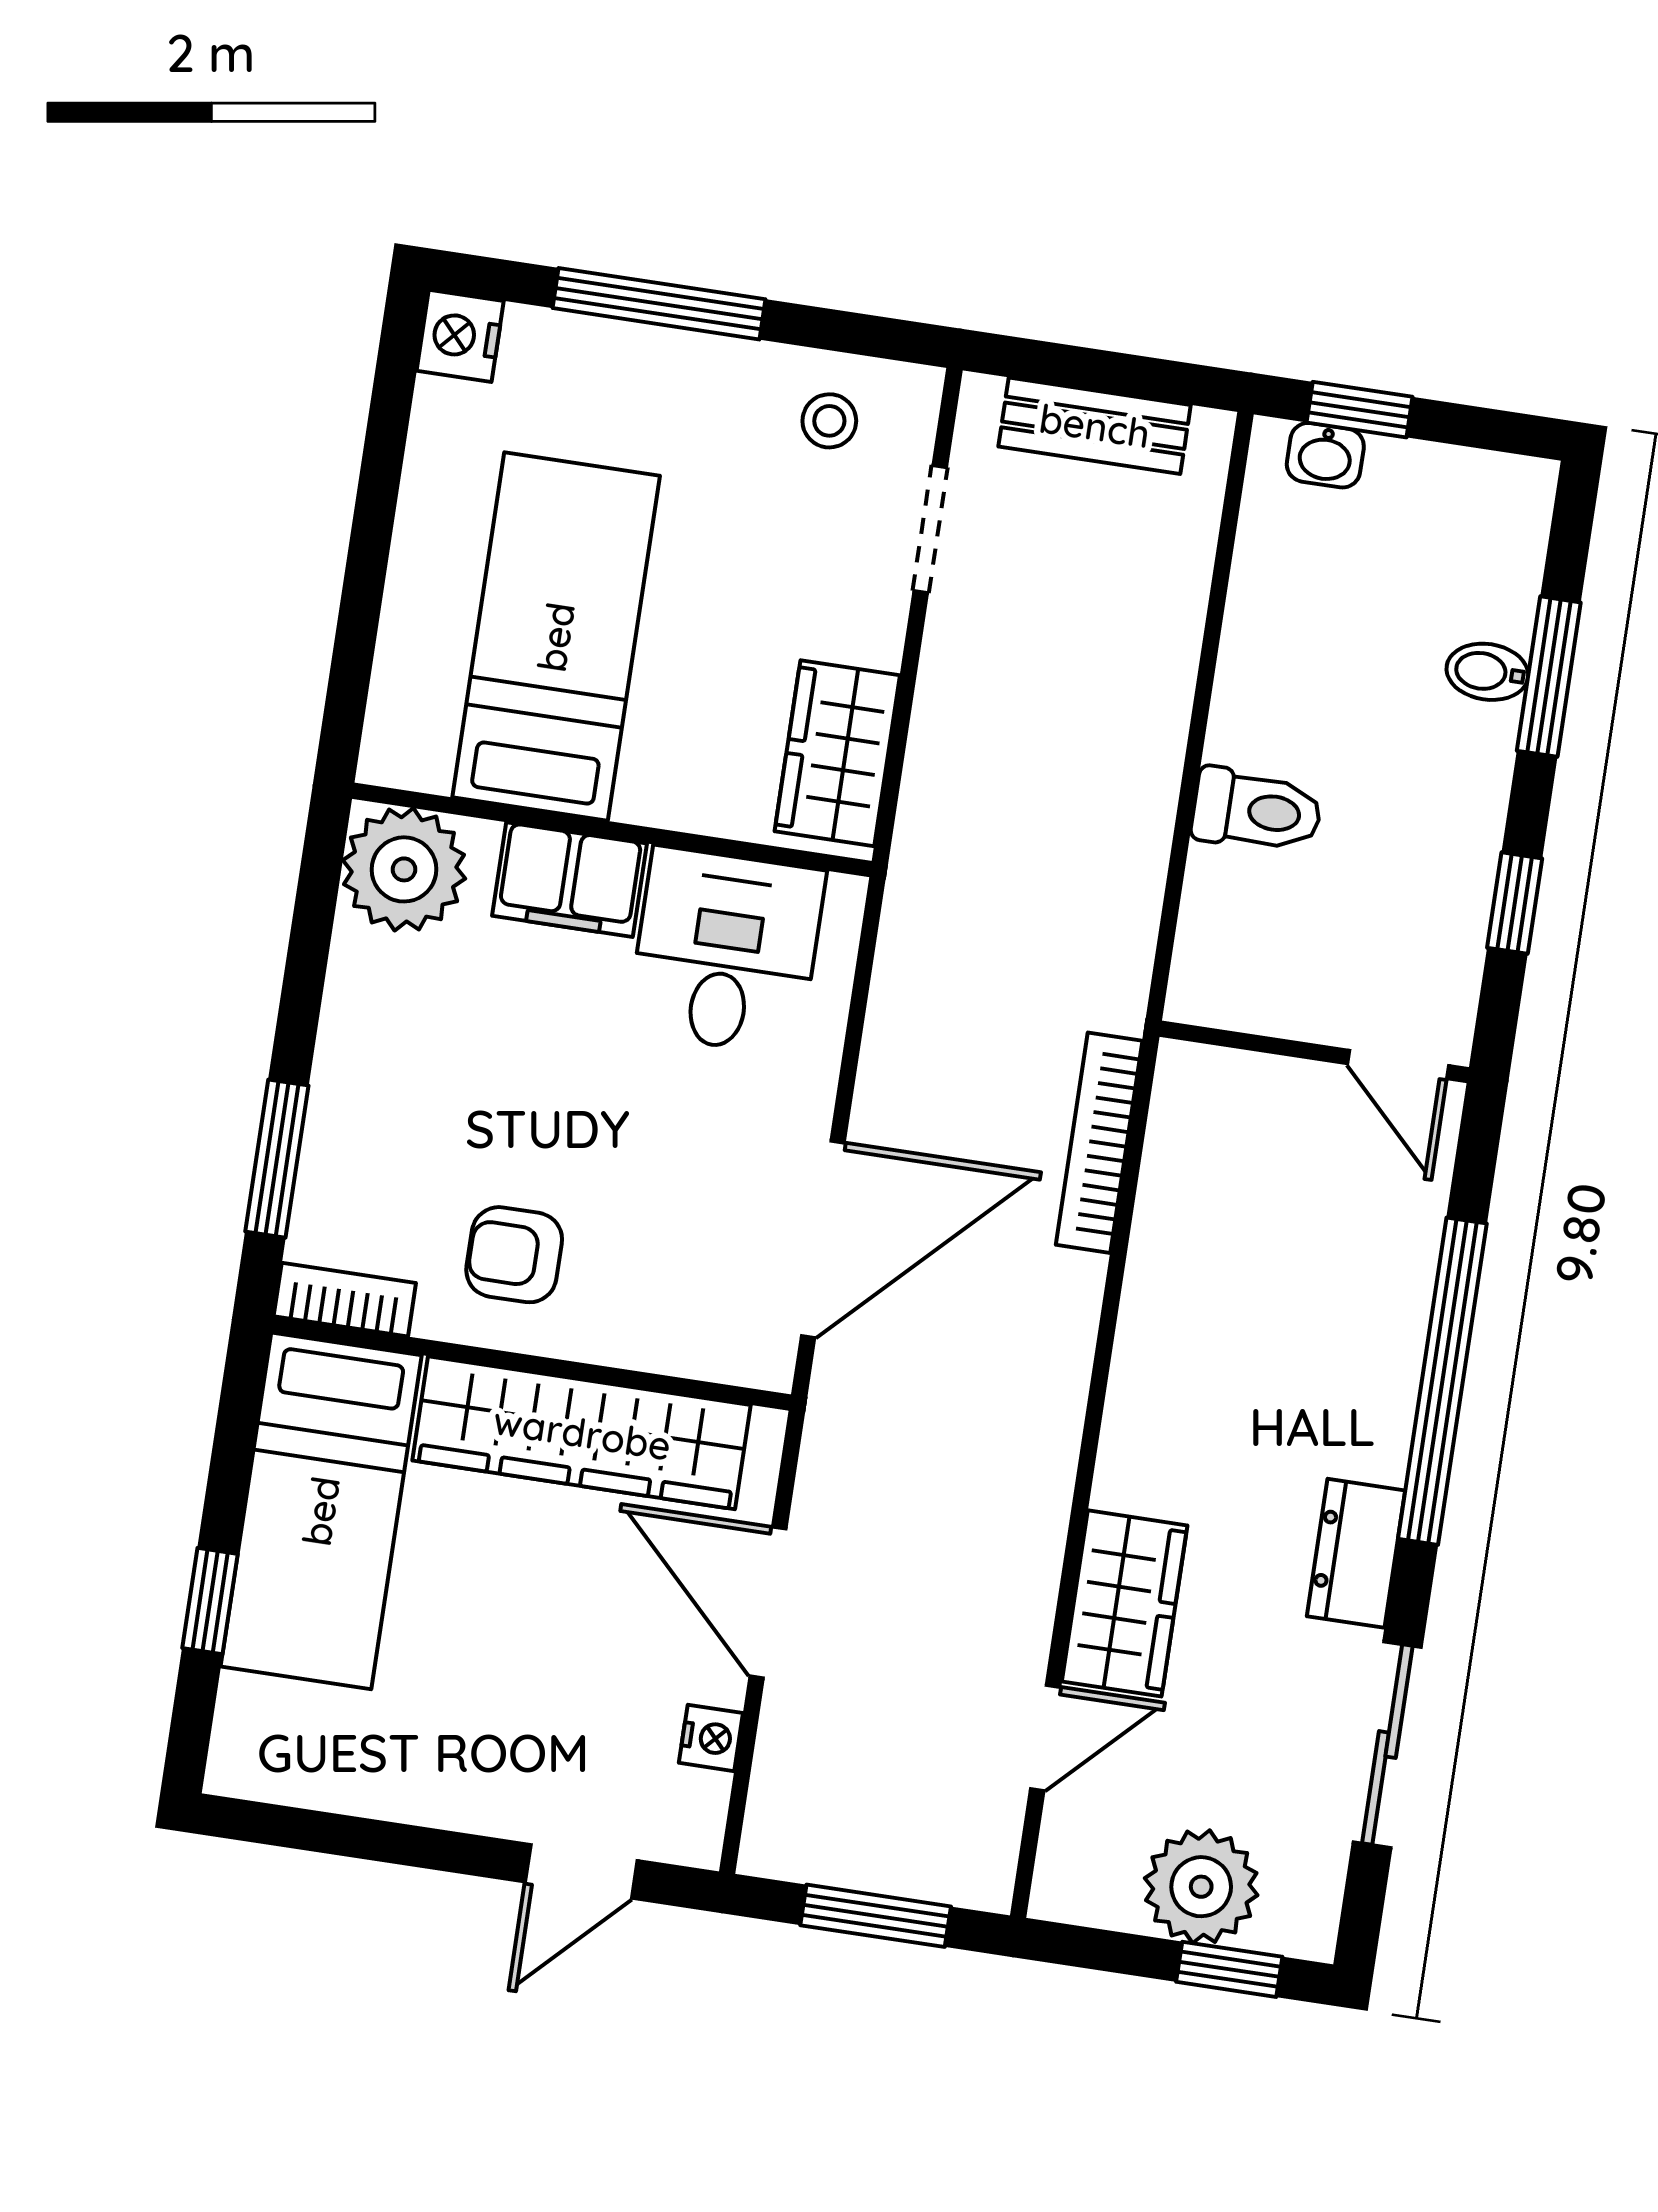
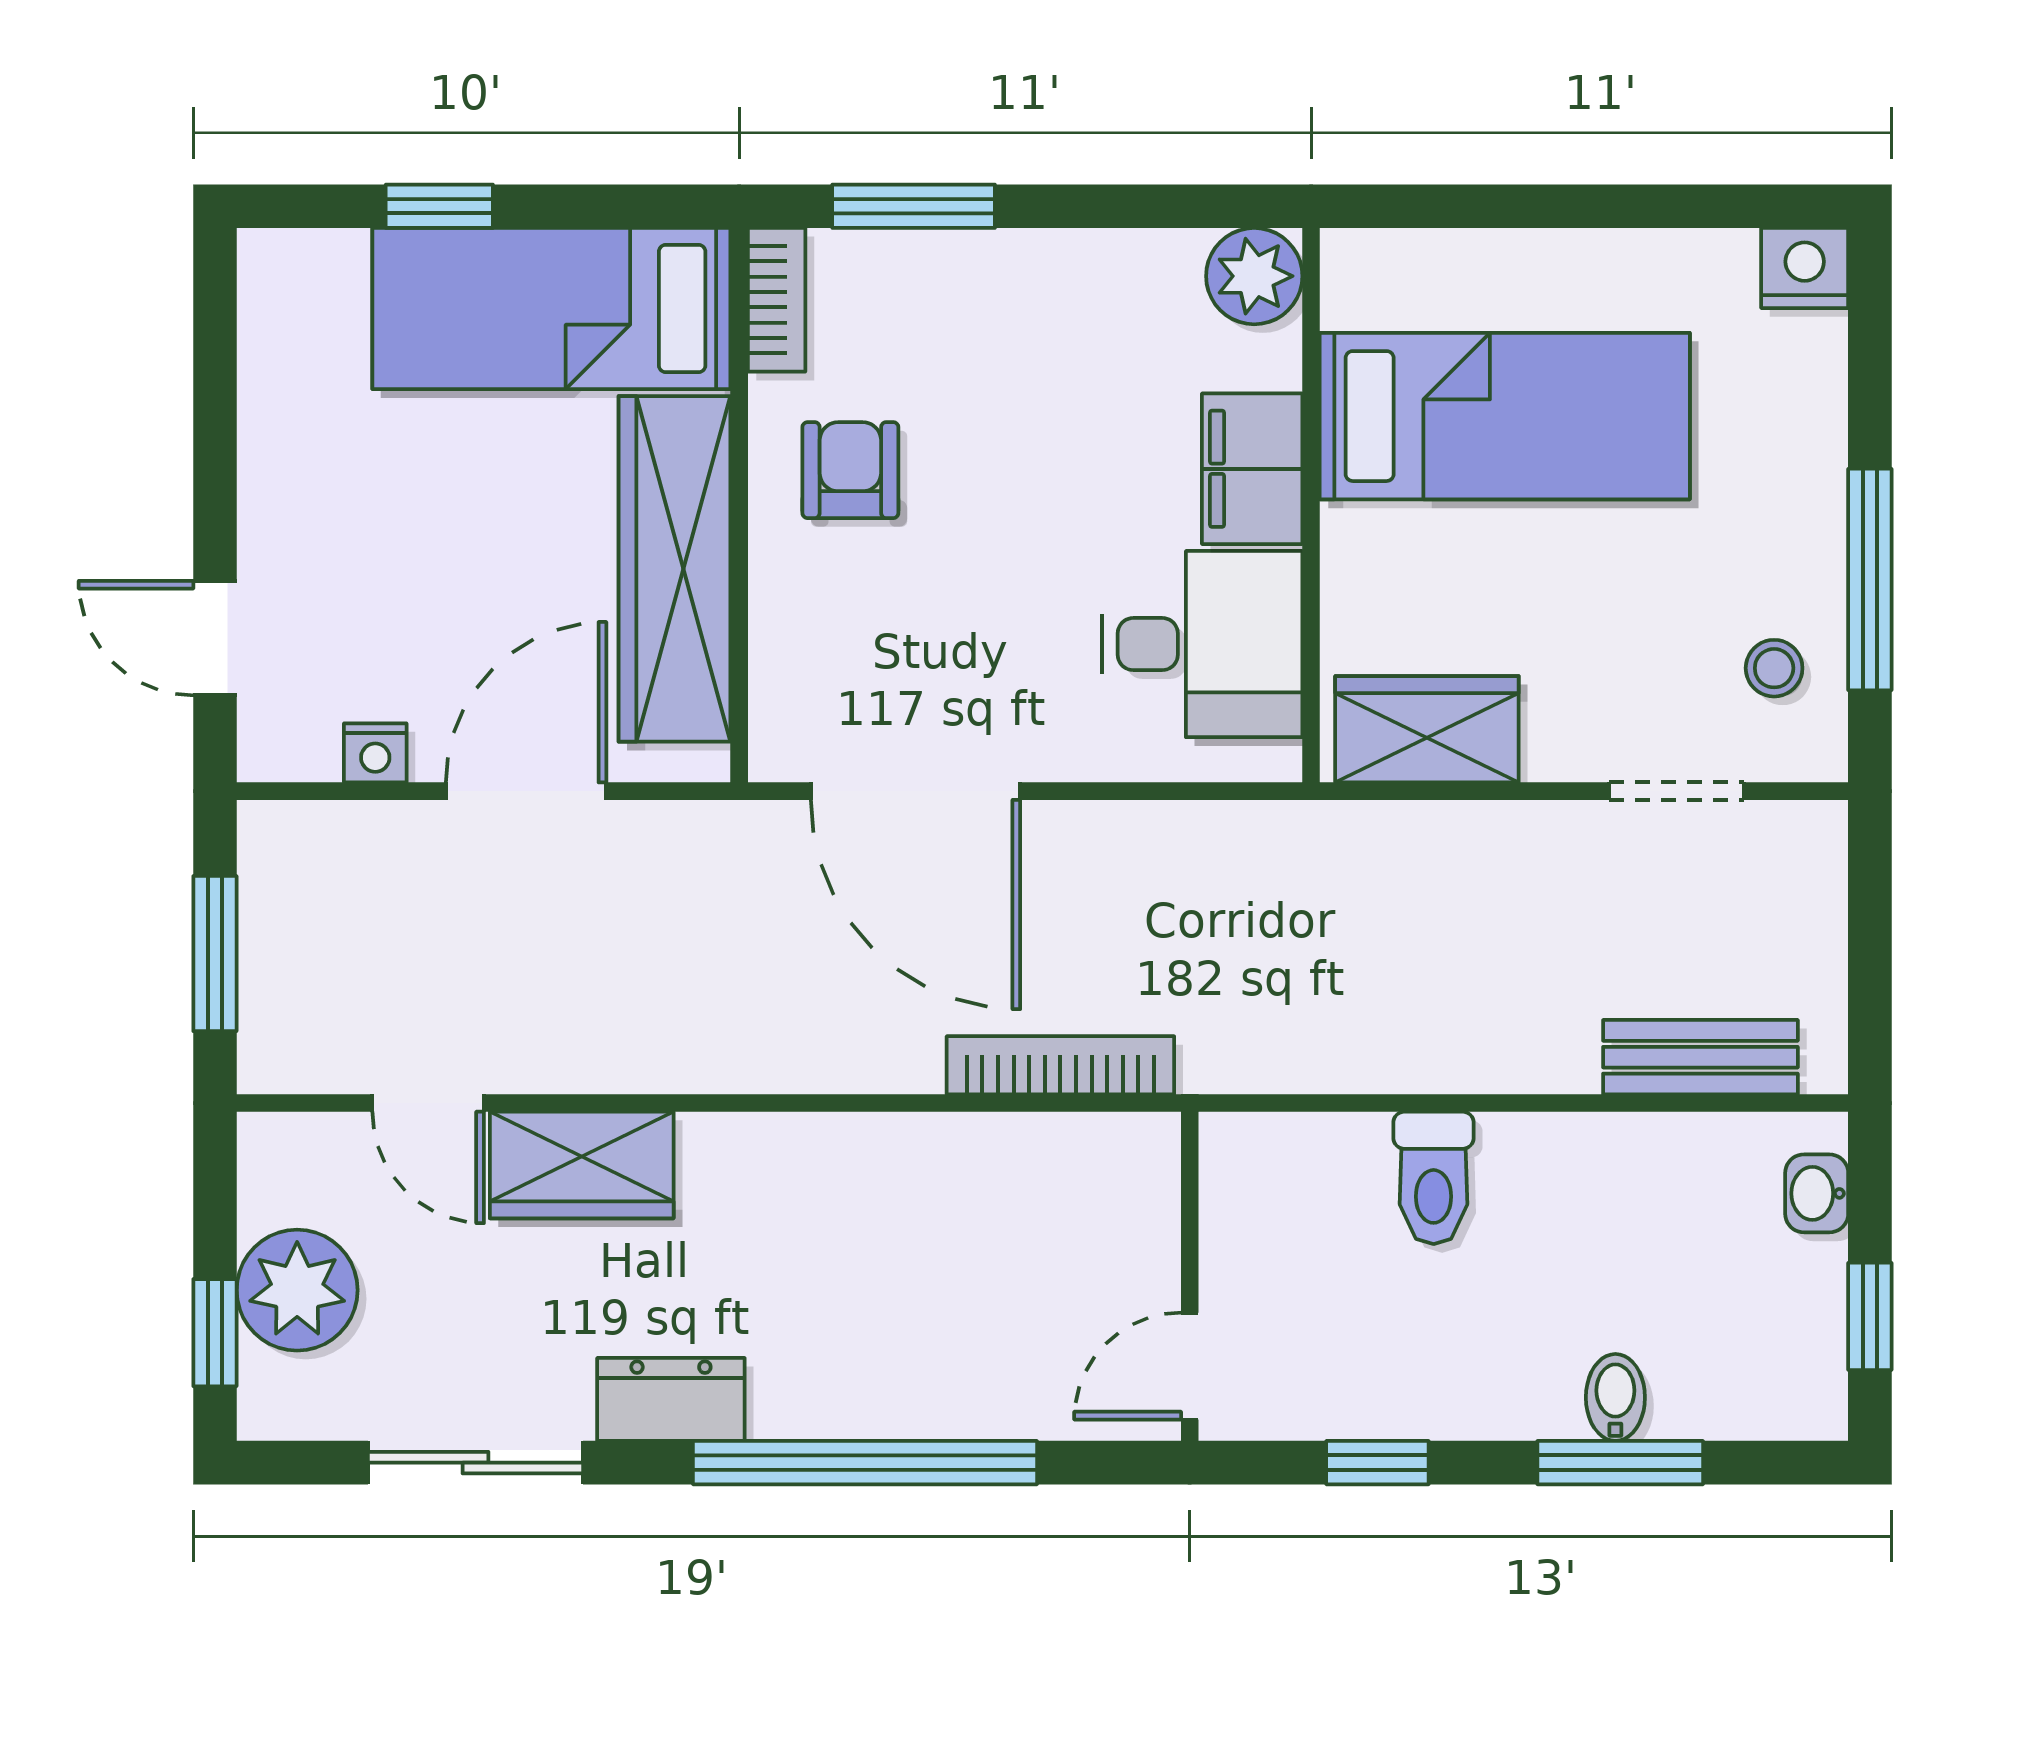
window: (659, 304) -> (1870, 579), moved
window: (1360, 410) -> (1870, 1316), moved
bench: (1095, 426) -> (1700, 1057), moved, turned 90
plant: (404, 869) -> (1254, 276), width x0.73, depth x0.73

